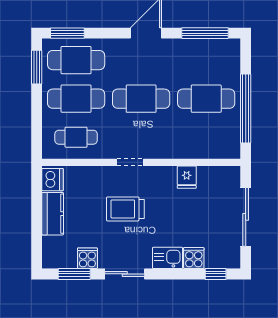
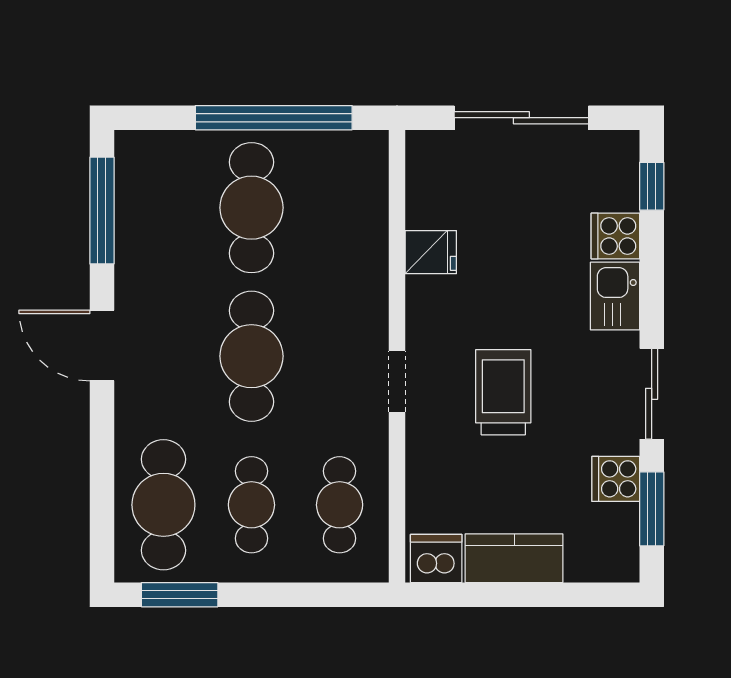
window: (67, 33) -> (102, 525), removed
cafe table: (76, 99) -> (251, 505), width x0.73, depth x0.74
trolley: (125, 209) -> (503, 392), turned 180

